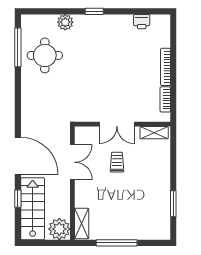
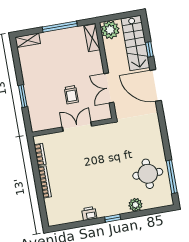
printer: (142, 22) -> (89, 213), moved
shelving: (154, 133) -> (28, 40), moved
window: (173, 204) -> (23, 96), moved

